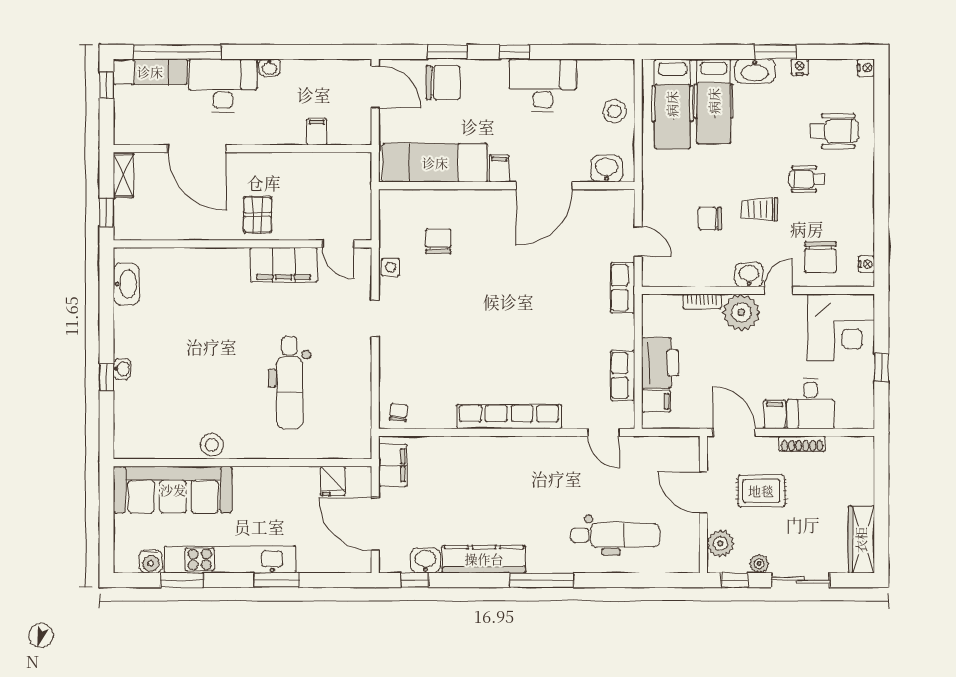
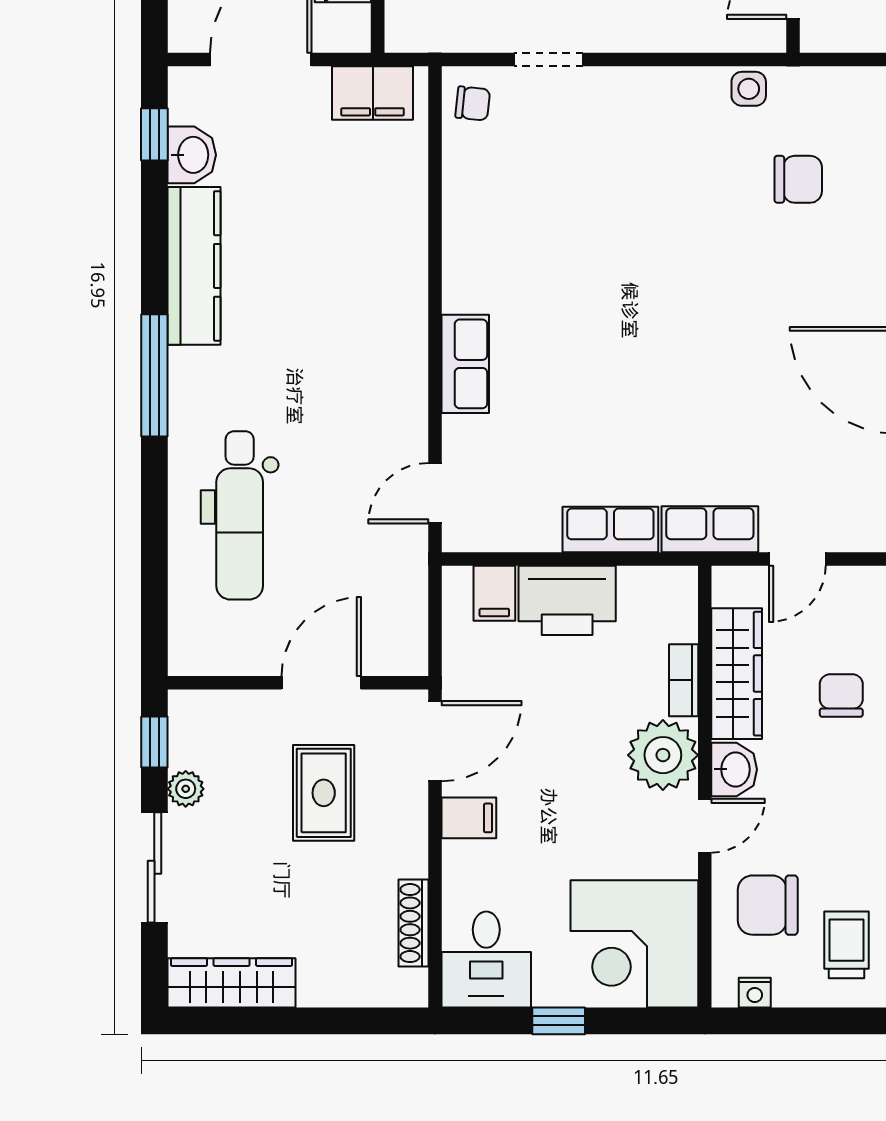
trolley: (760, 209) -> (847, 945), moved
wardrobe: (698, 274) -> (737, 674), added
door: (779, 290) -> (705, 826), hinge flipped
doorway: (375, 319) -> (548, 59), moved
row of seats: (623, 376) -> (610, 529), moved
desk: (811, 404) -> (486, 959), moved, turned -90
row of seats: (509, 416) -> (465, 364), width x0.50
shoe rack: (802, 444) -> (414, 923), moved
plant: (720, 543) -> (224, 715), removed

